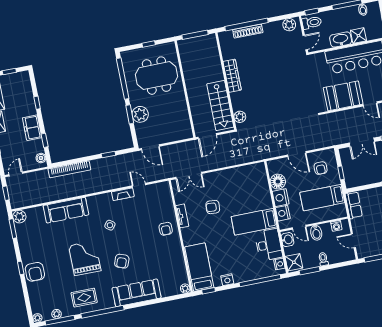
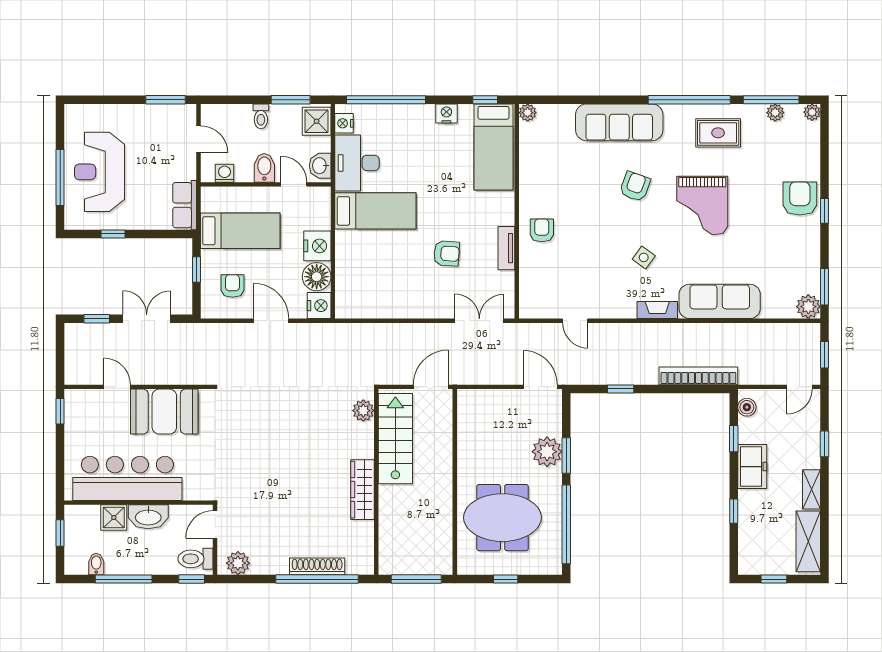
fireplace: (123, 194) -> (657, 310), moved
nightstand: (283, 213) -> (319, 306), moved

